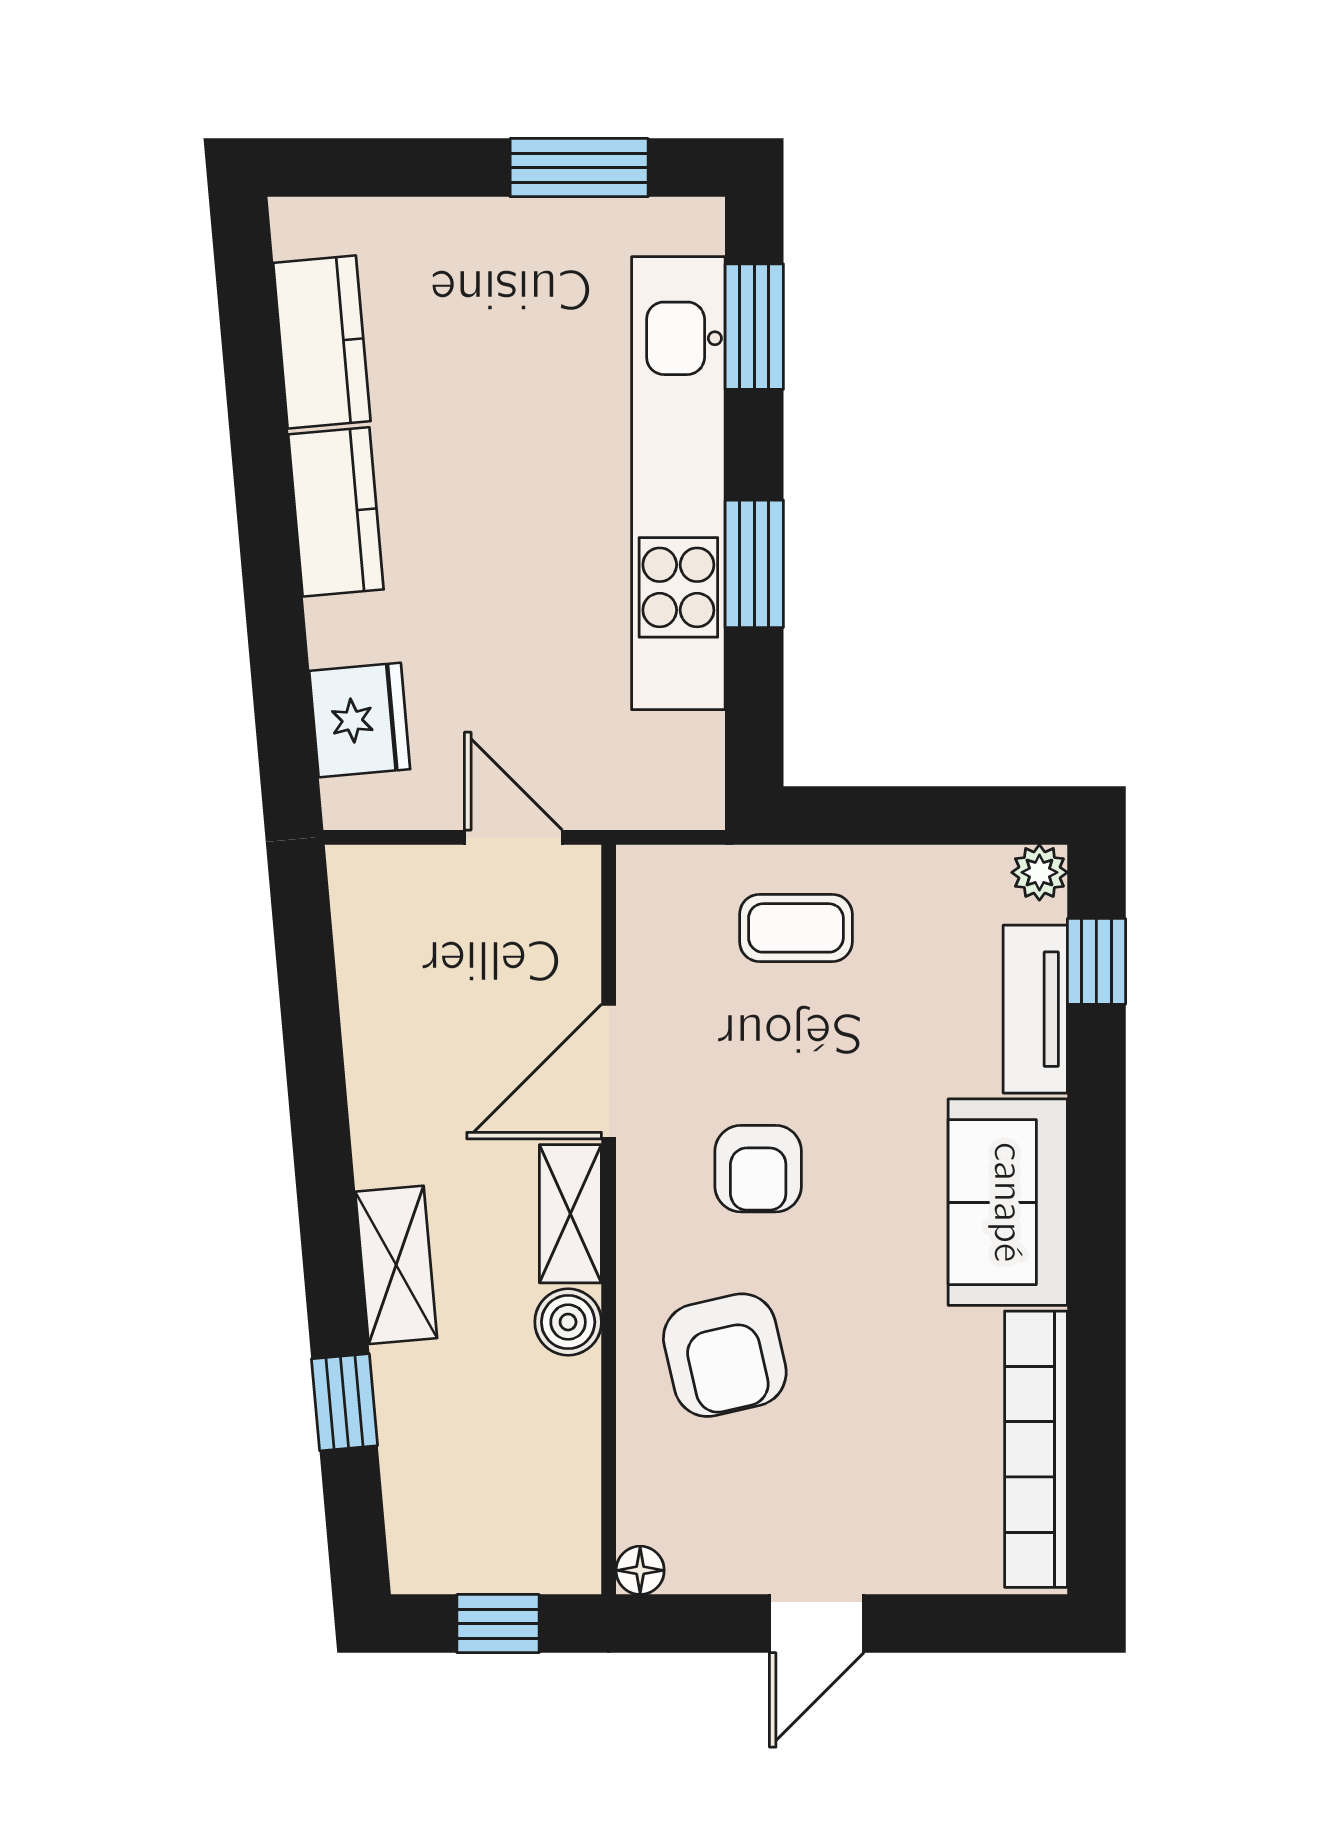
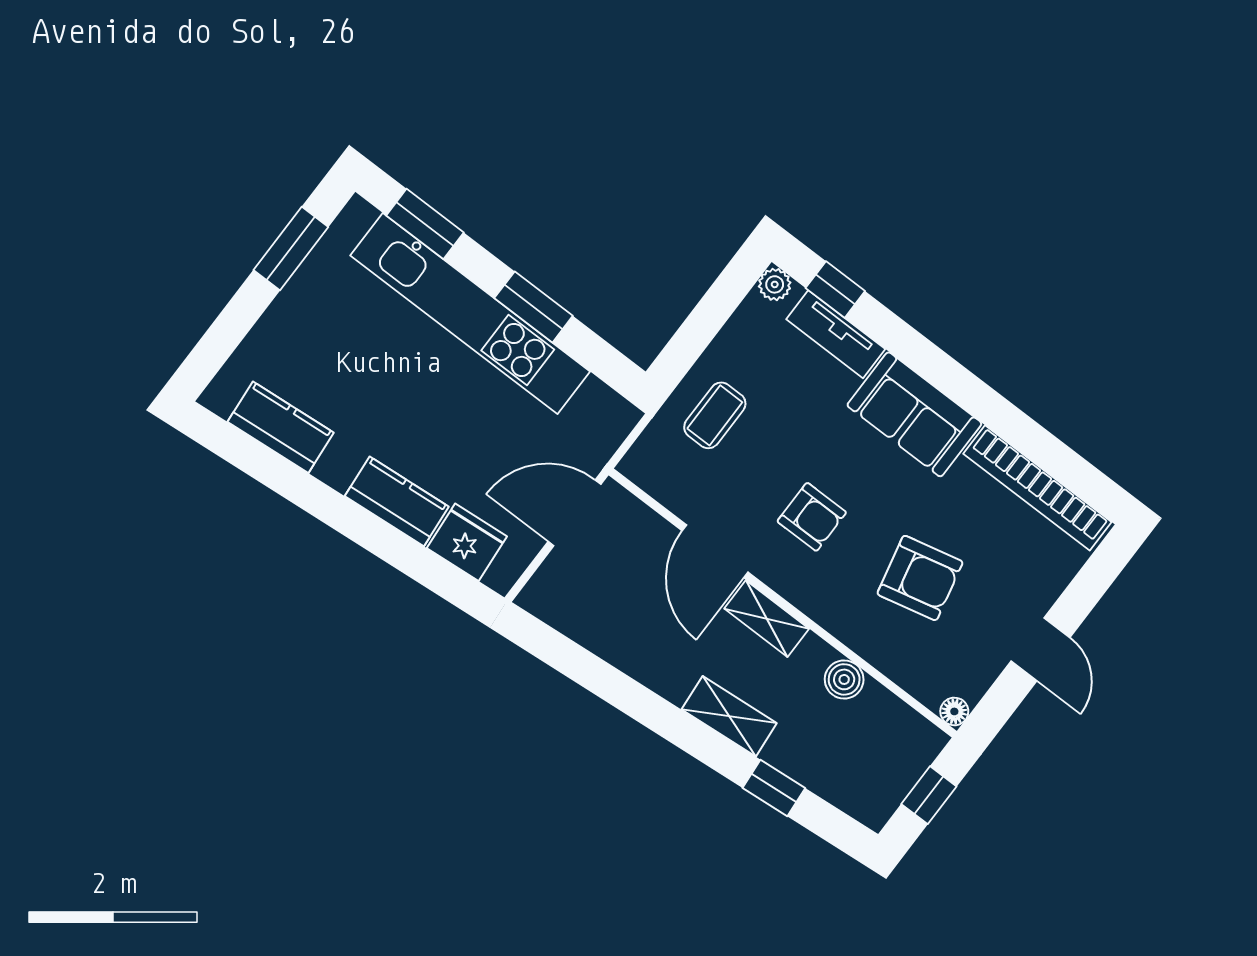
kitchen counter: (336, 512) -> (397, 501), moved
door: (513, 837) -> (574, 513), width x1.38
boiler: (568, 1322) -> (844, 679), moved
armchair: (725, 1355) -> (920, 578), moved

